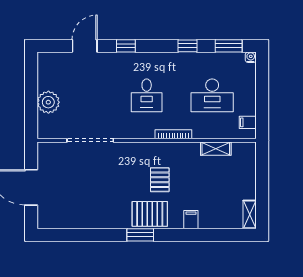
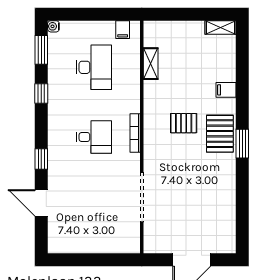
plant: (48, 102) -> (101, 241), removed
bookcase: (173, 134) -> (135, 133), moved

